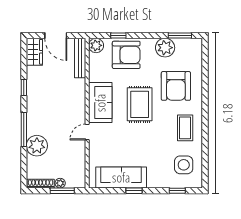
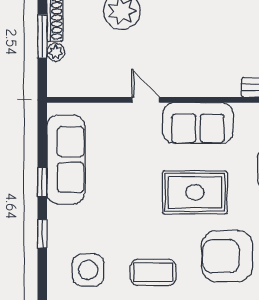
window: (62, 191) -> (42, 36), moved
window: (177, 191) -> (42, 234), moved

